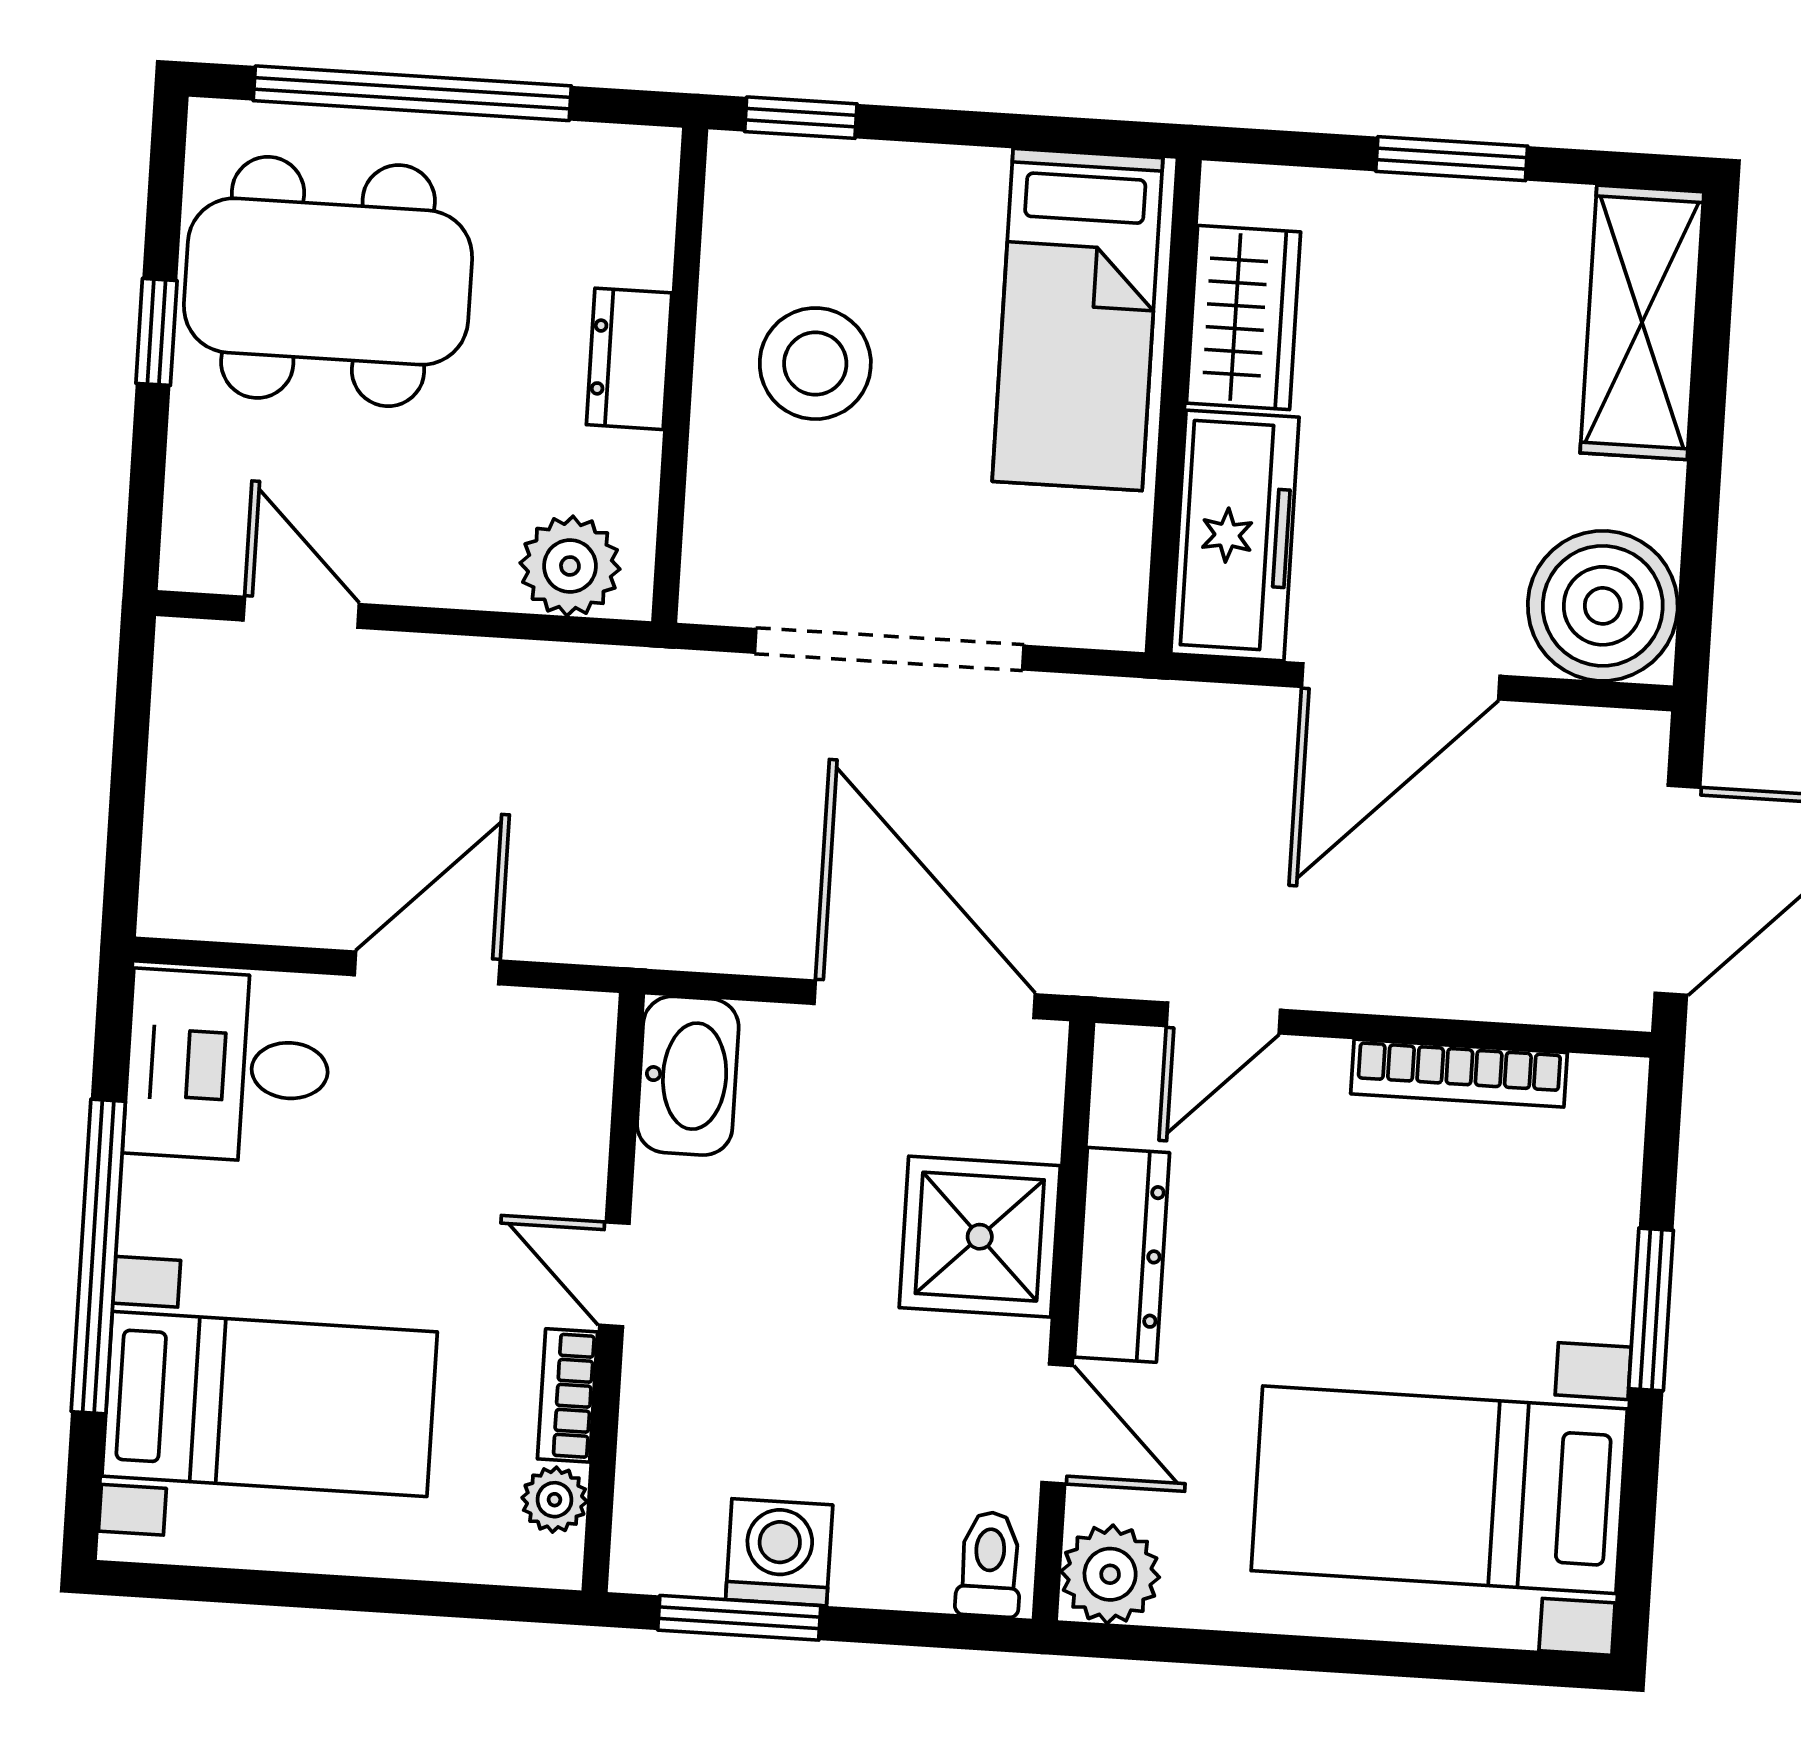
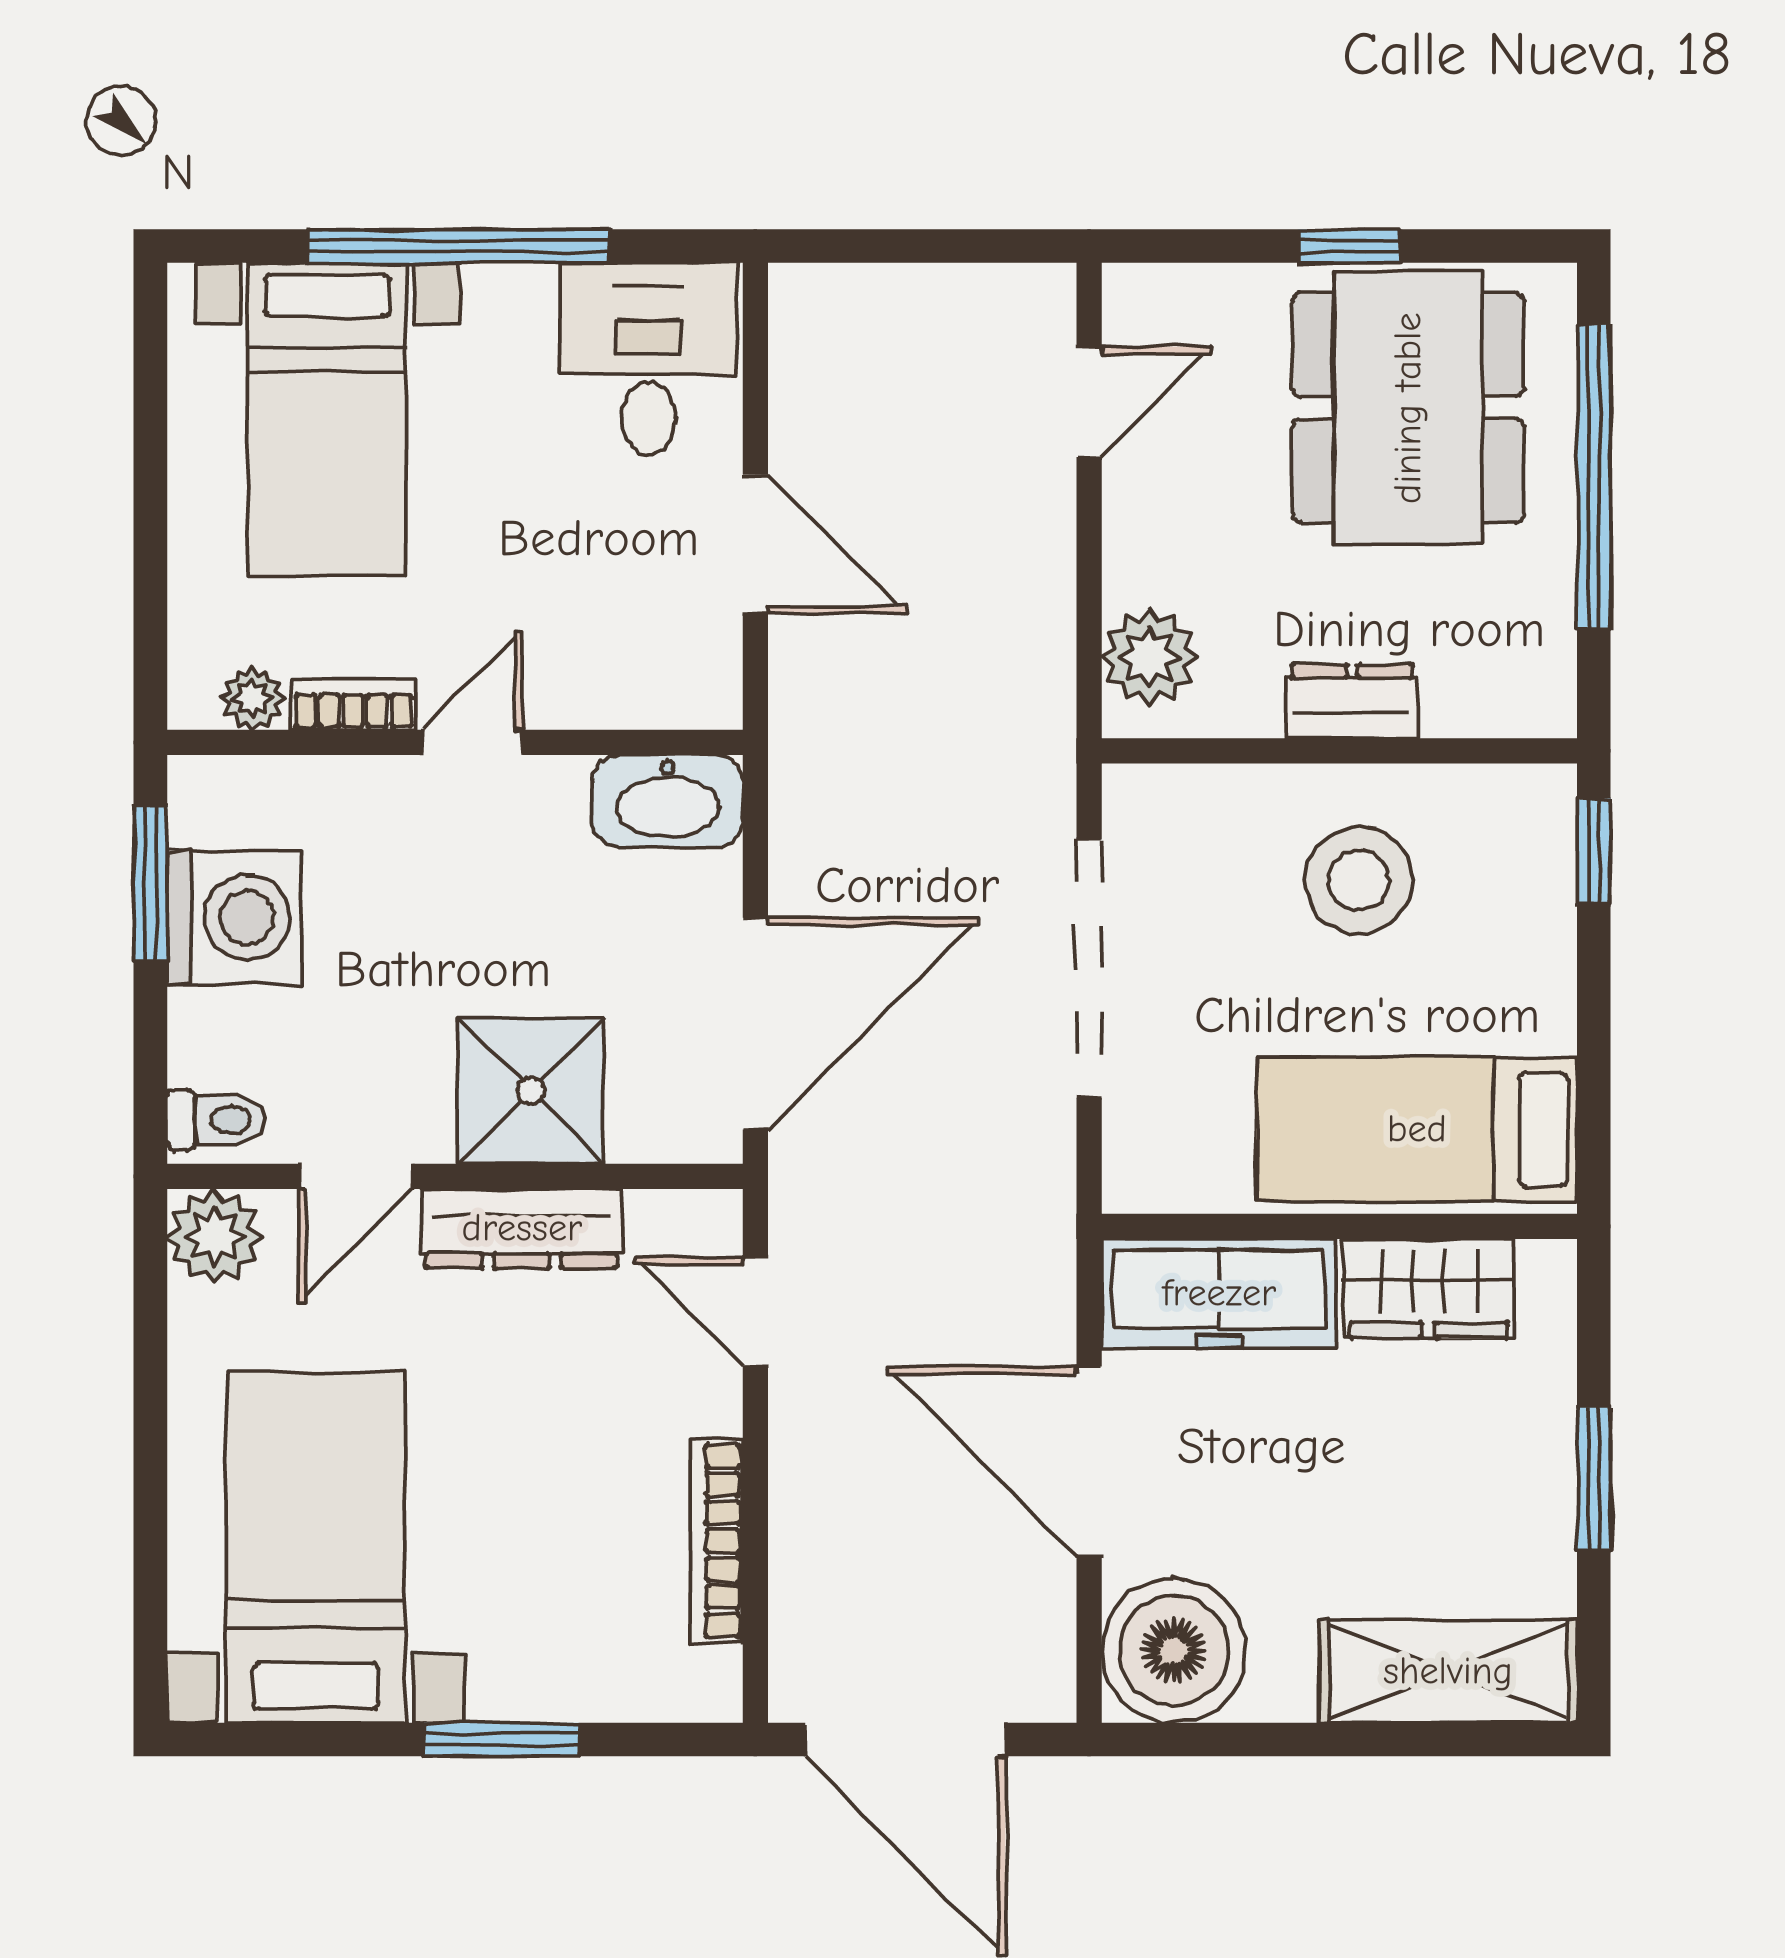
washing machine: (779, 1552) -> (234, 917), width x1.37, depth x1.37

